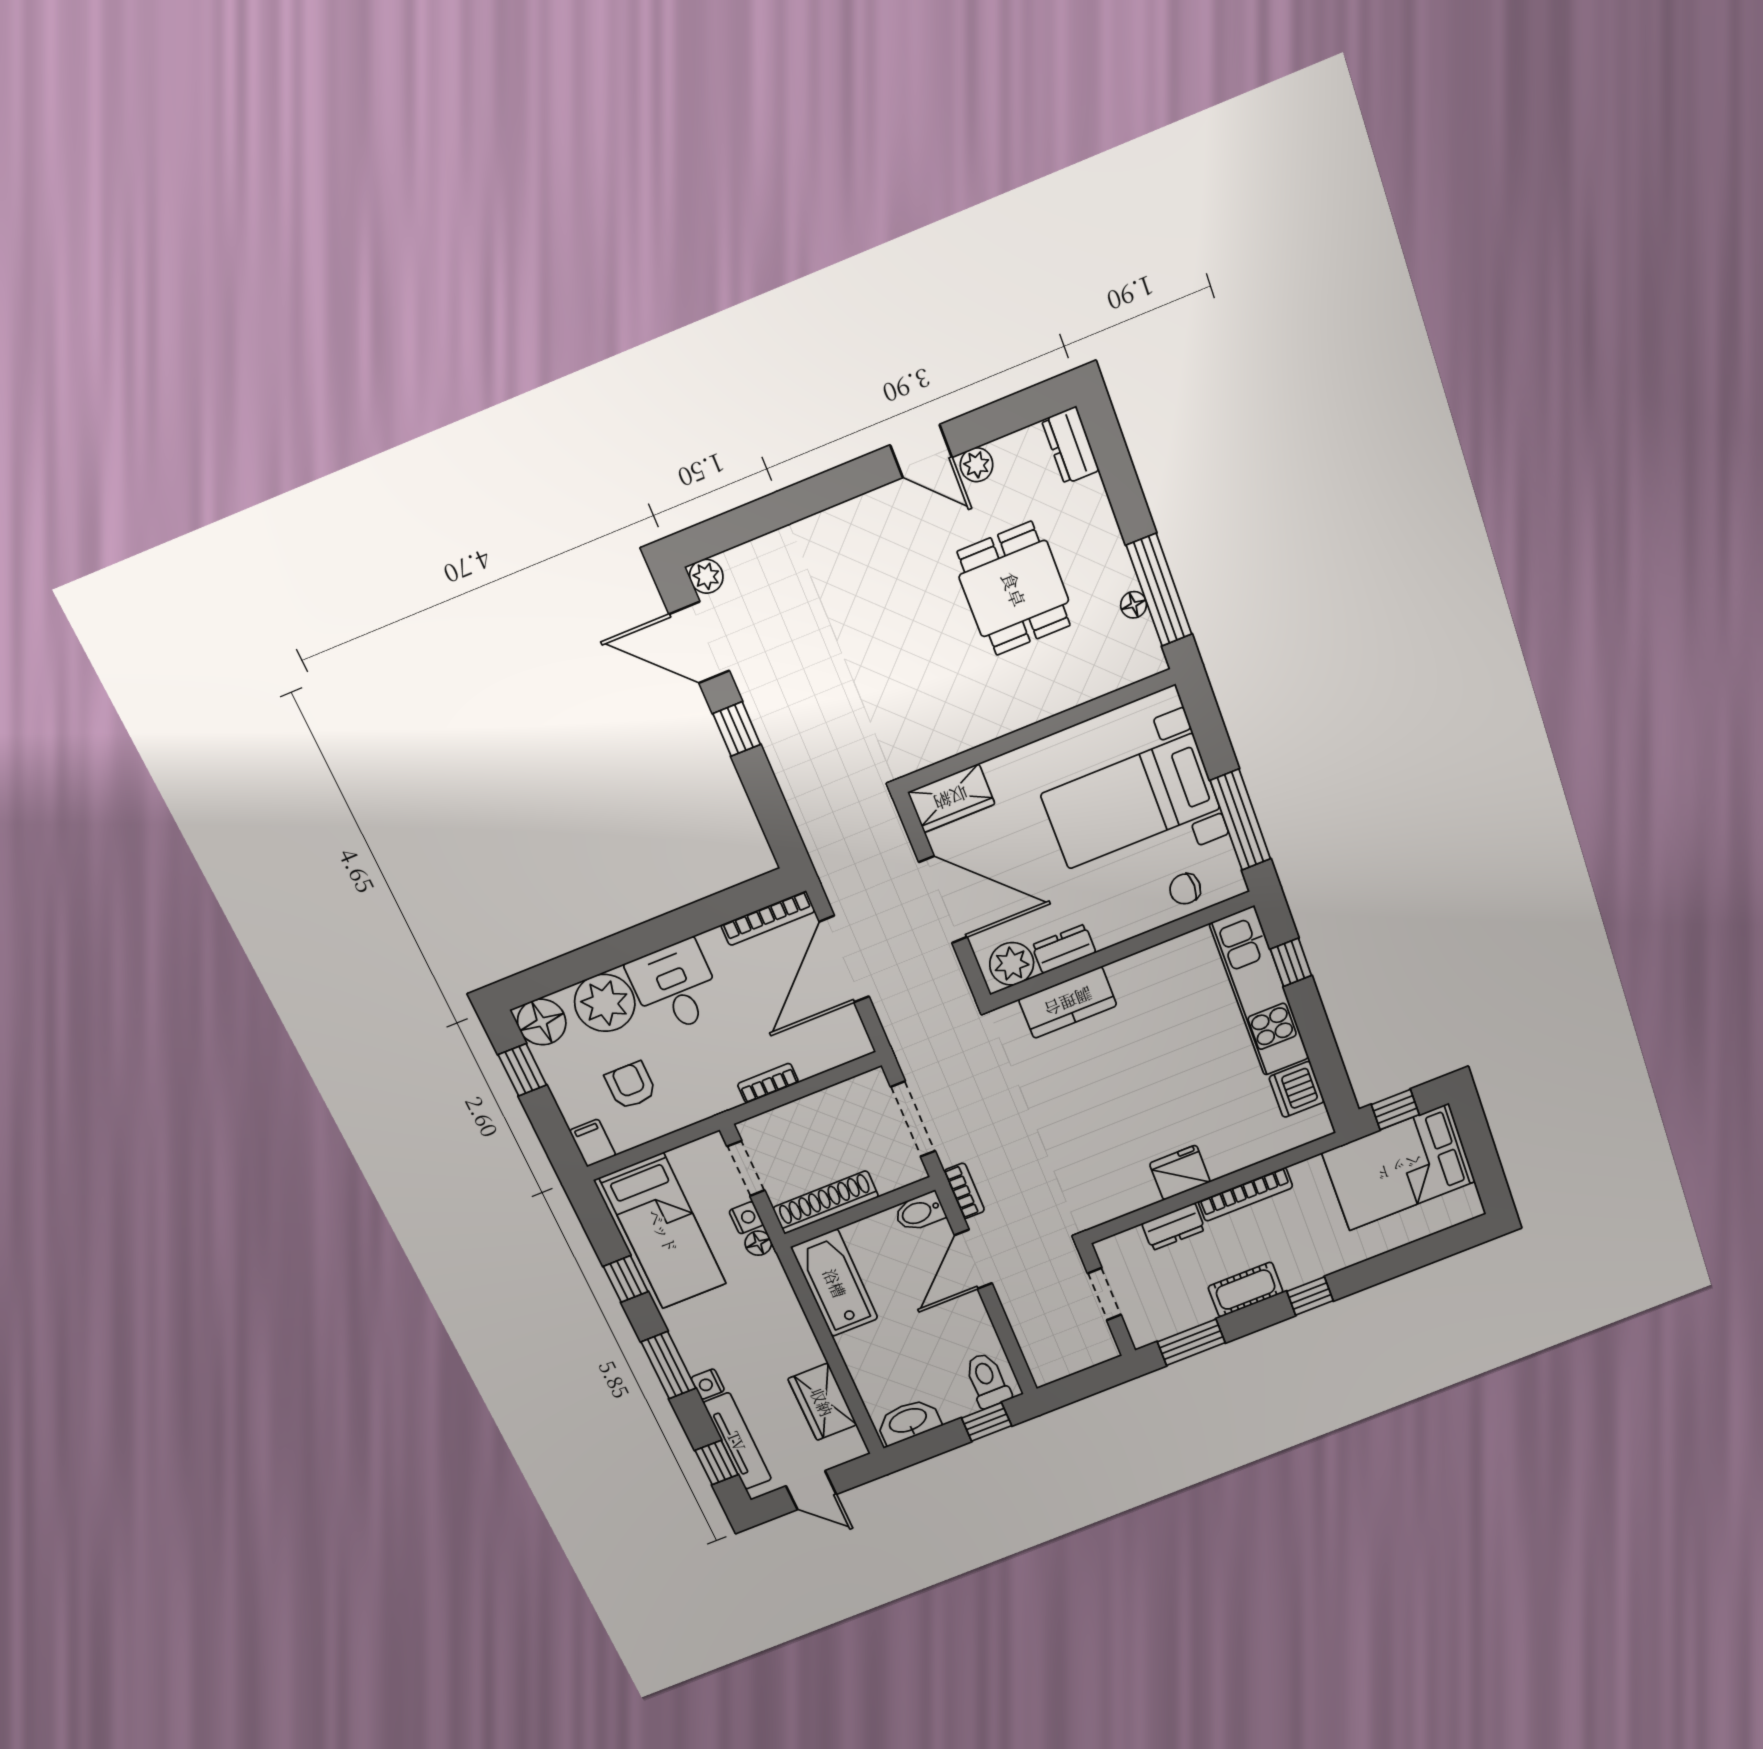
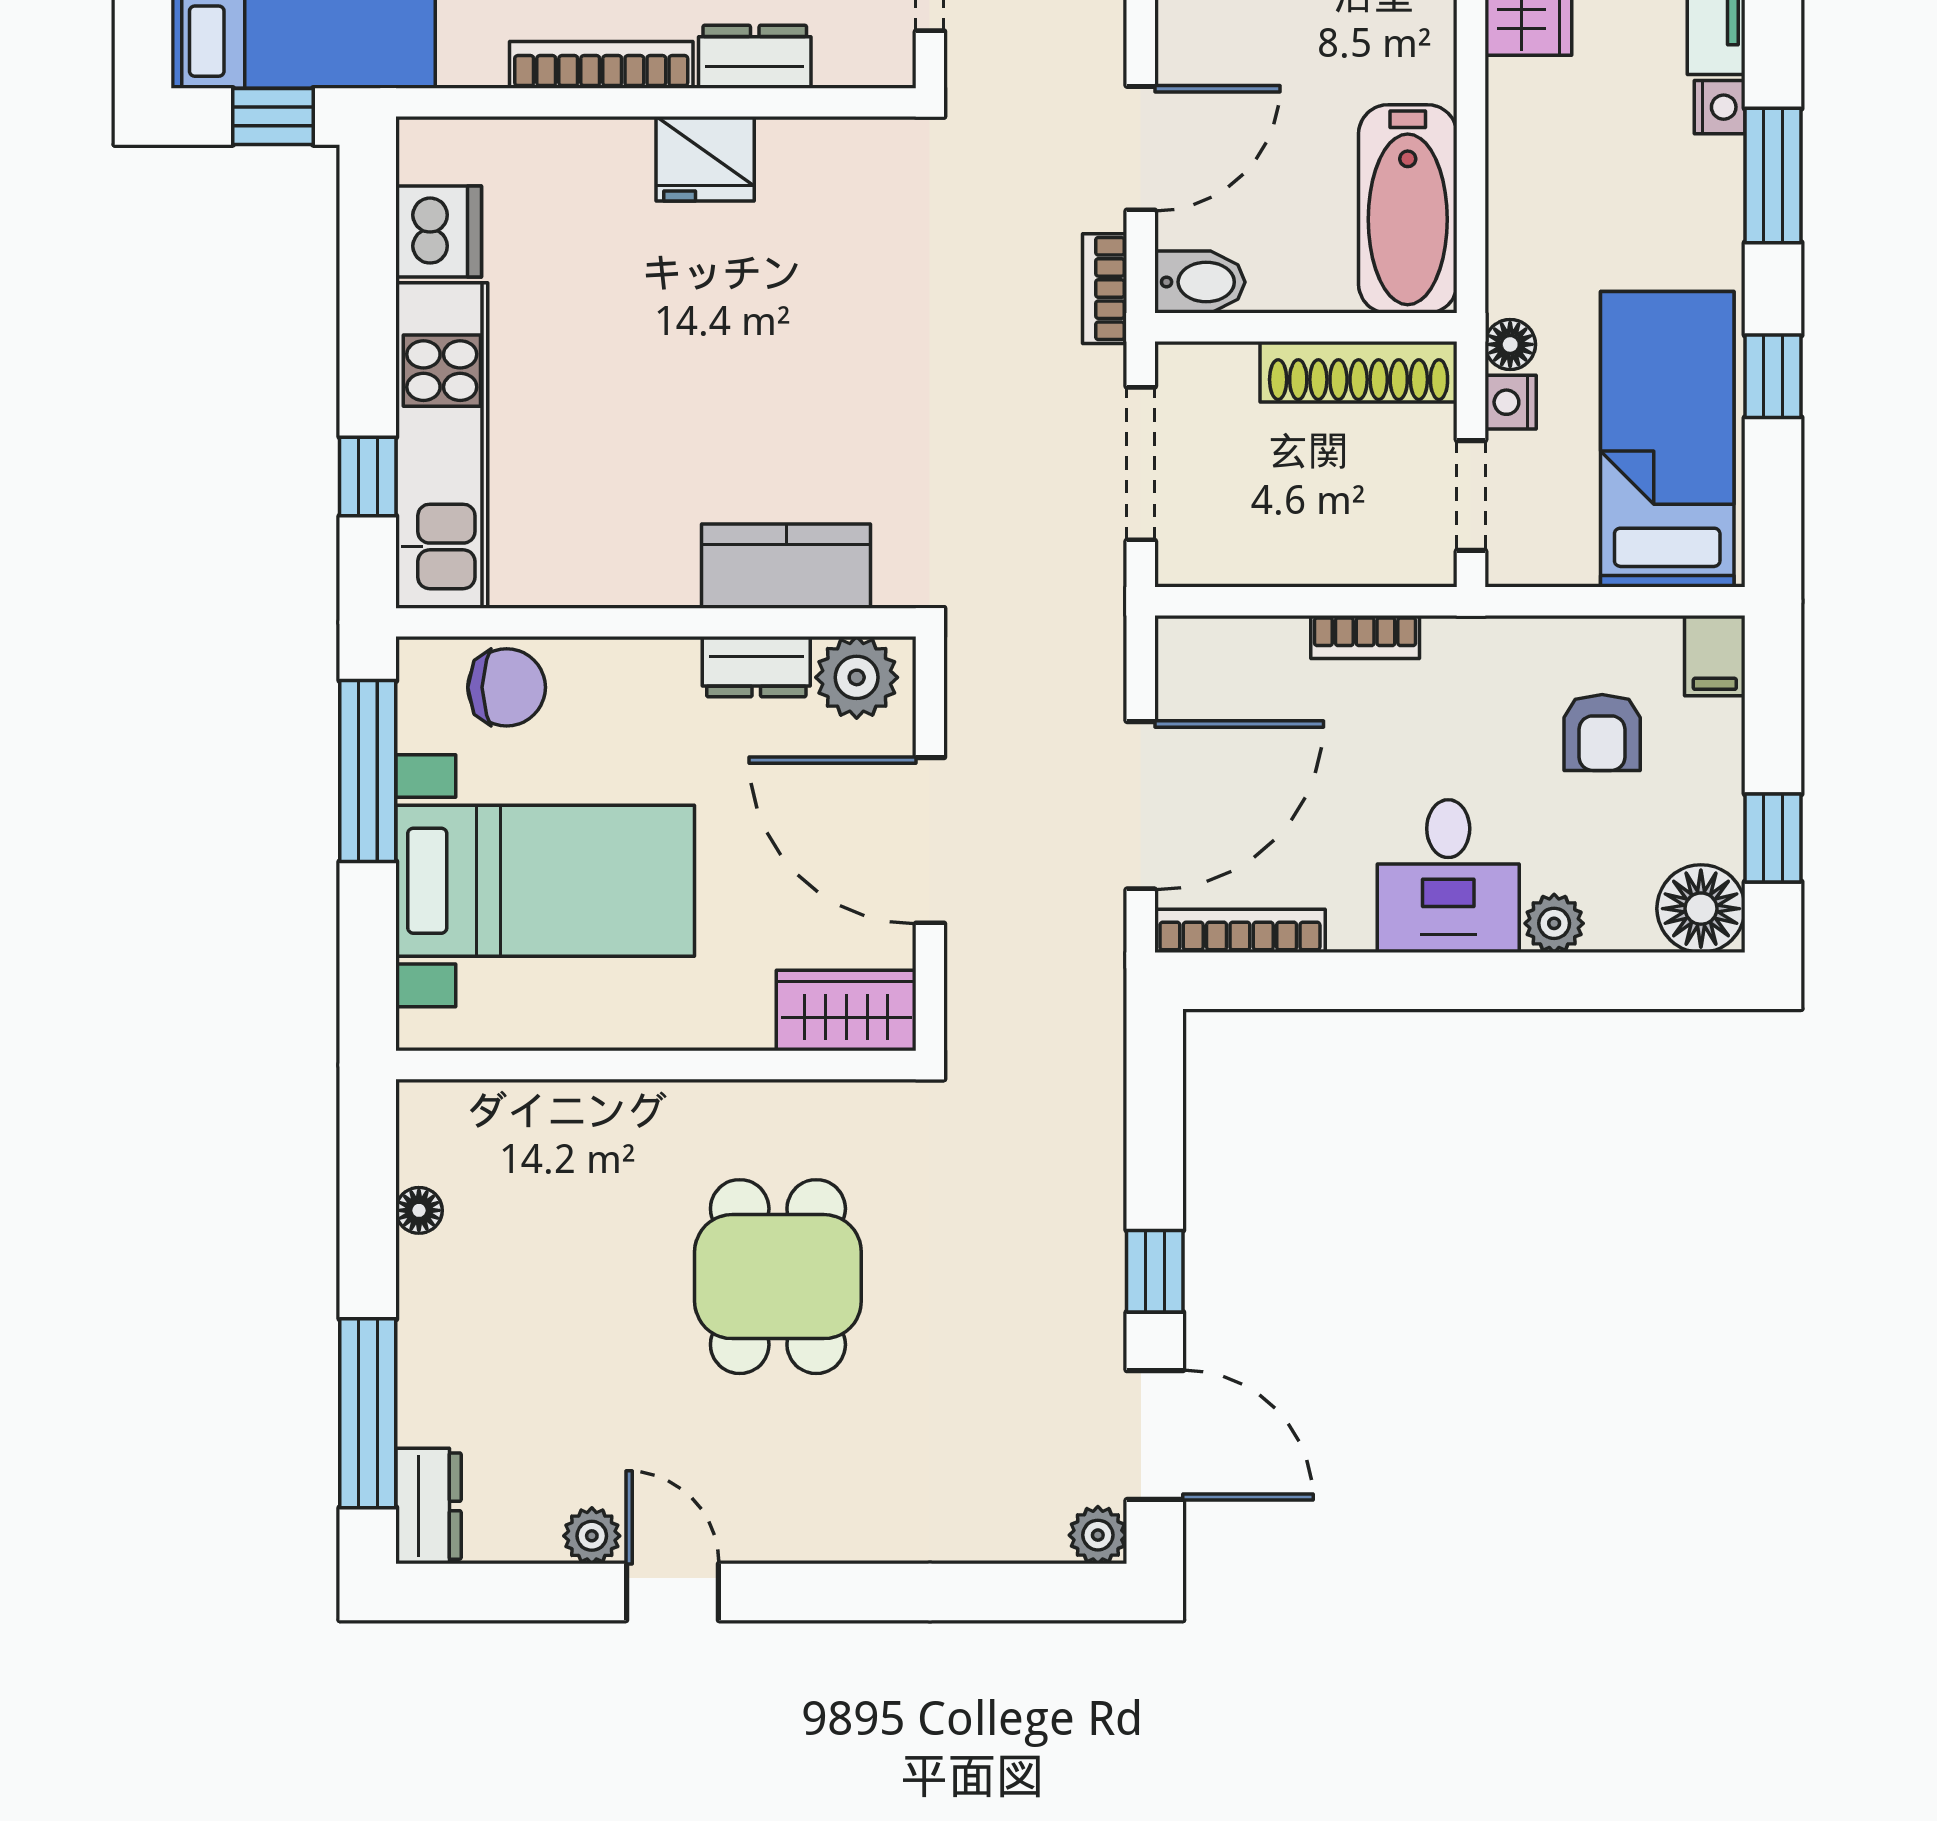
dining table: (1014, 589) -> (778, 1277), moved
window: (1159, 590) -> (368, 1413), moved
chair: (1185, 889) -> (507, 687), width x1.37, depth x1.37
plant: (605, 1003) -> (1554, 923), width x0.53, depth x0.53

